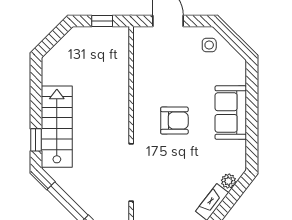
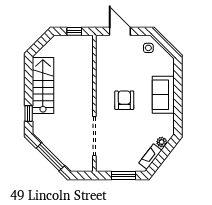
armchair: (174, 121) -> (124, 100), turned -90
stairs: (57, 127) -> (43, 86), moved

